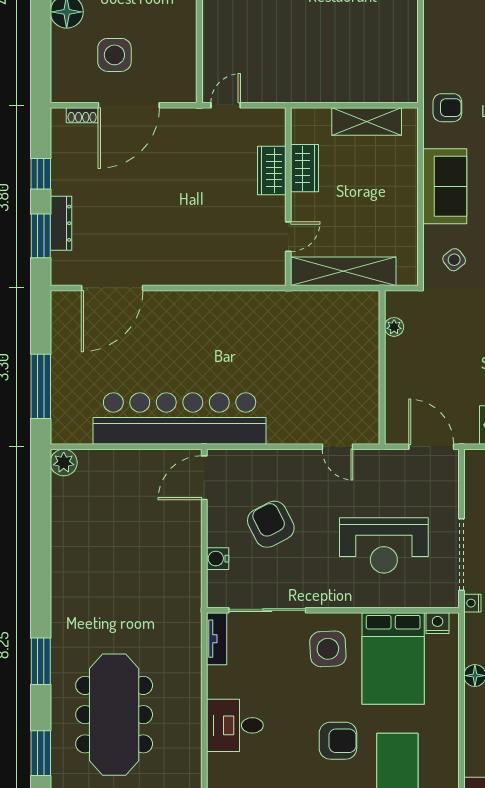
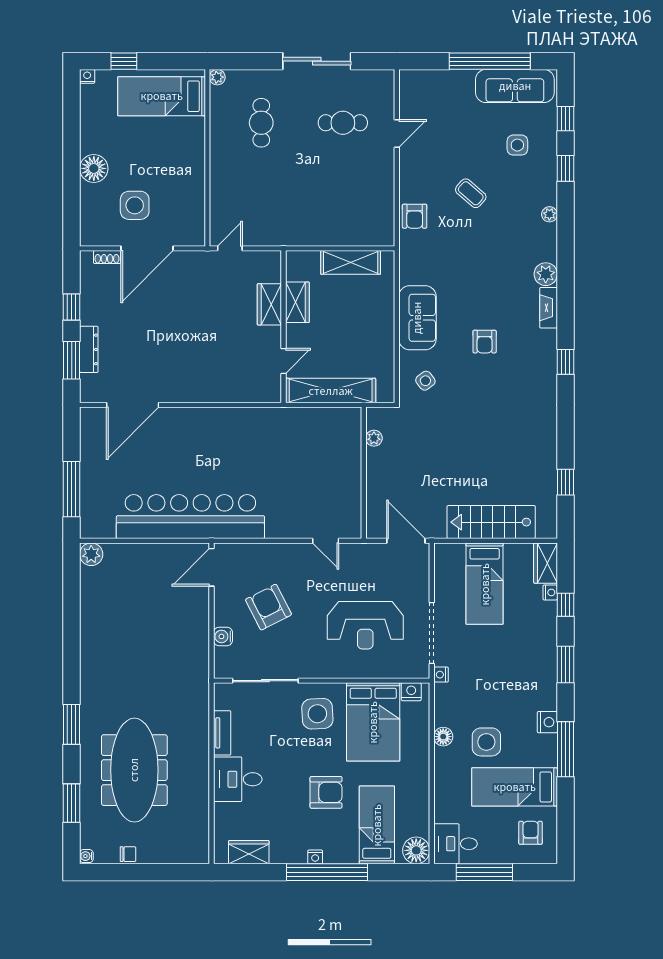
armchair: (447, 108) -> (415, 216), moved, turned 90
tv unit: (217, 639) -> (222, 733), moved

